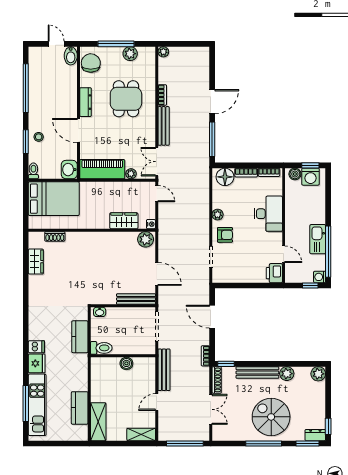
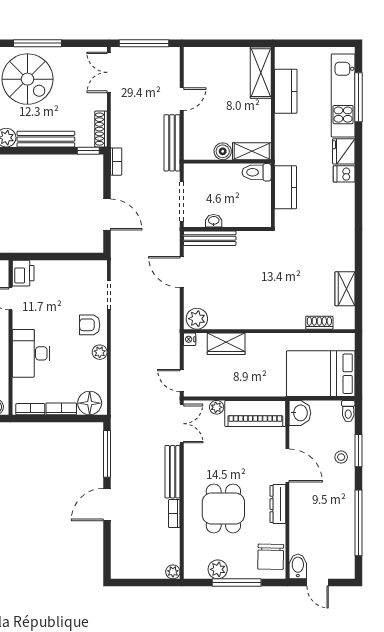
washbasin: (100, 312) -> (214, 221), moved
double door: (211, 409) -> (109, 72), moved
shelving: (141, 434) -> (252, 151), moved

